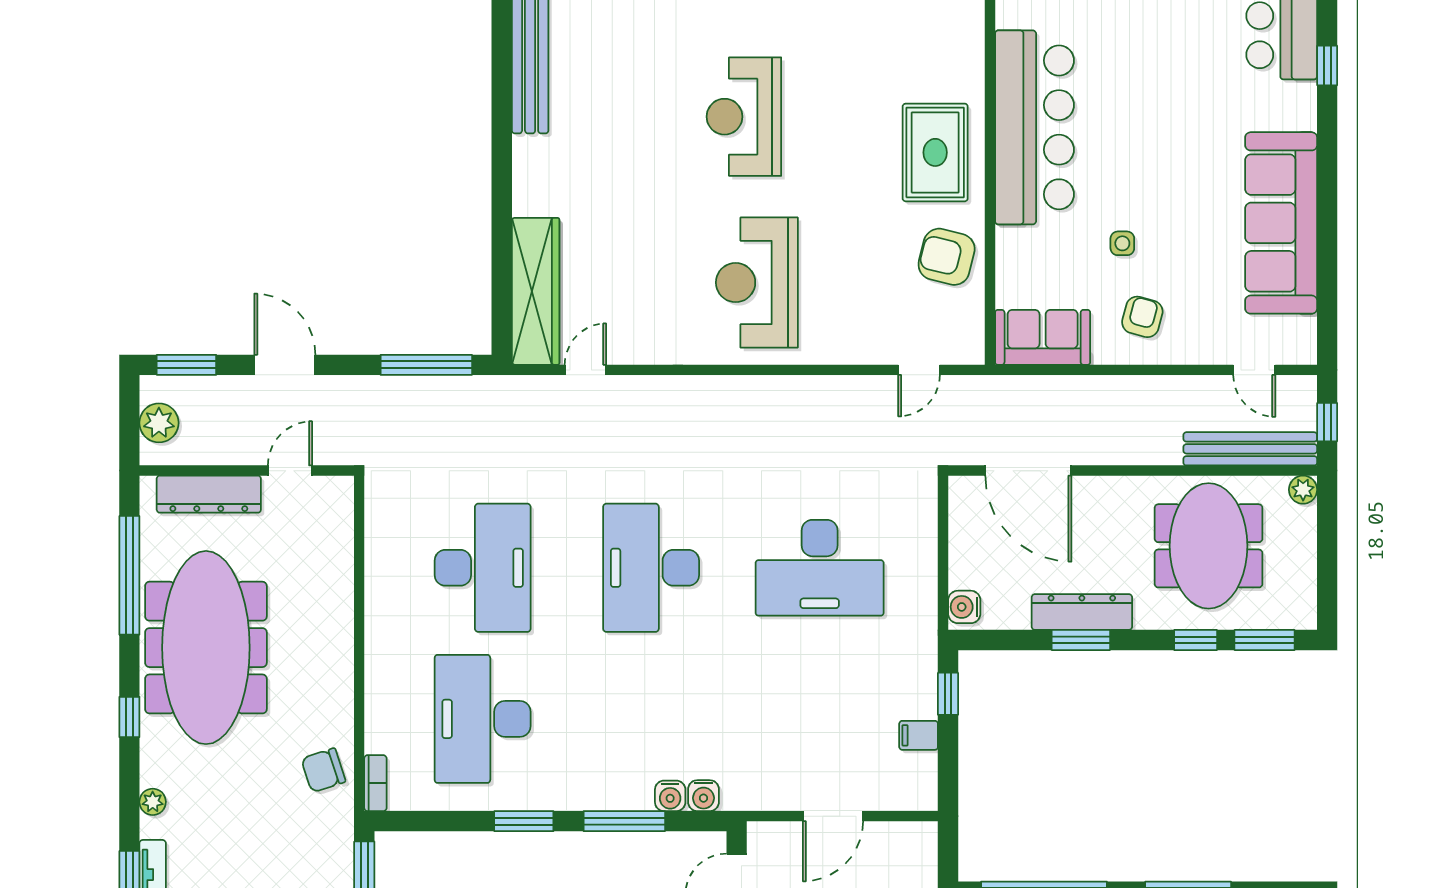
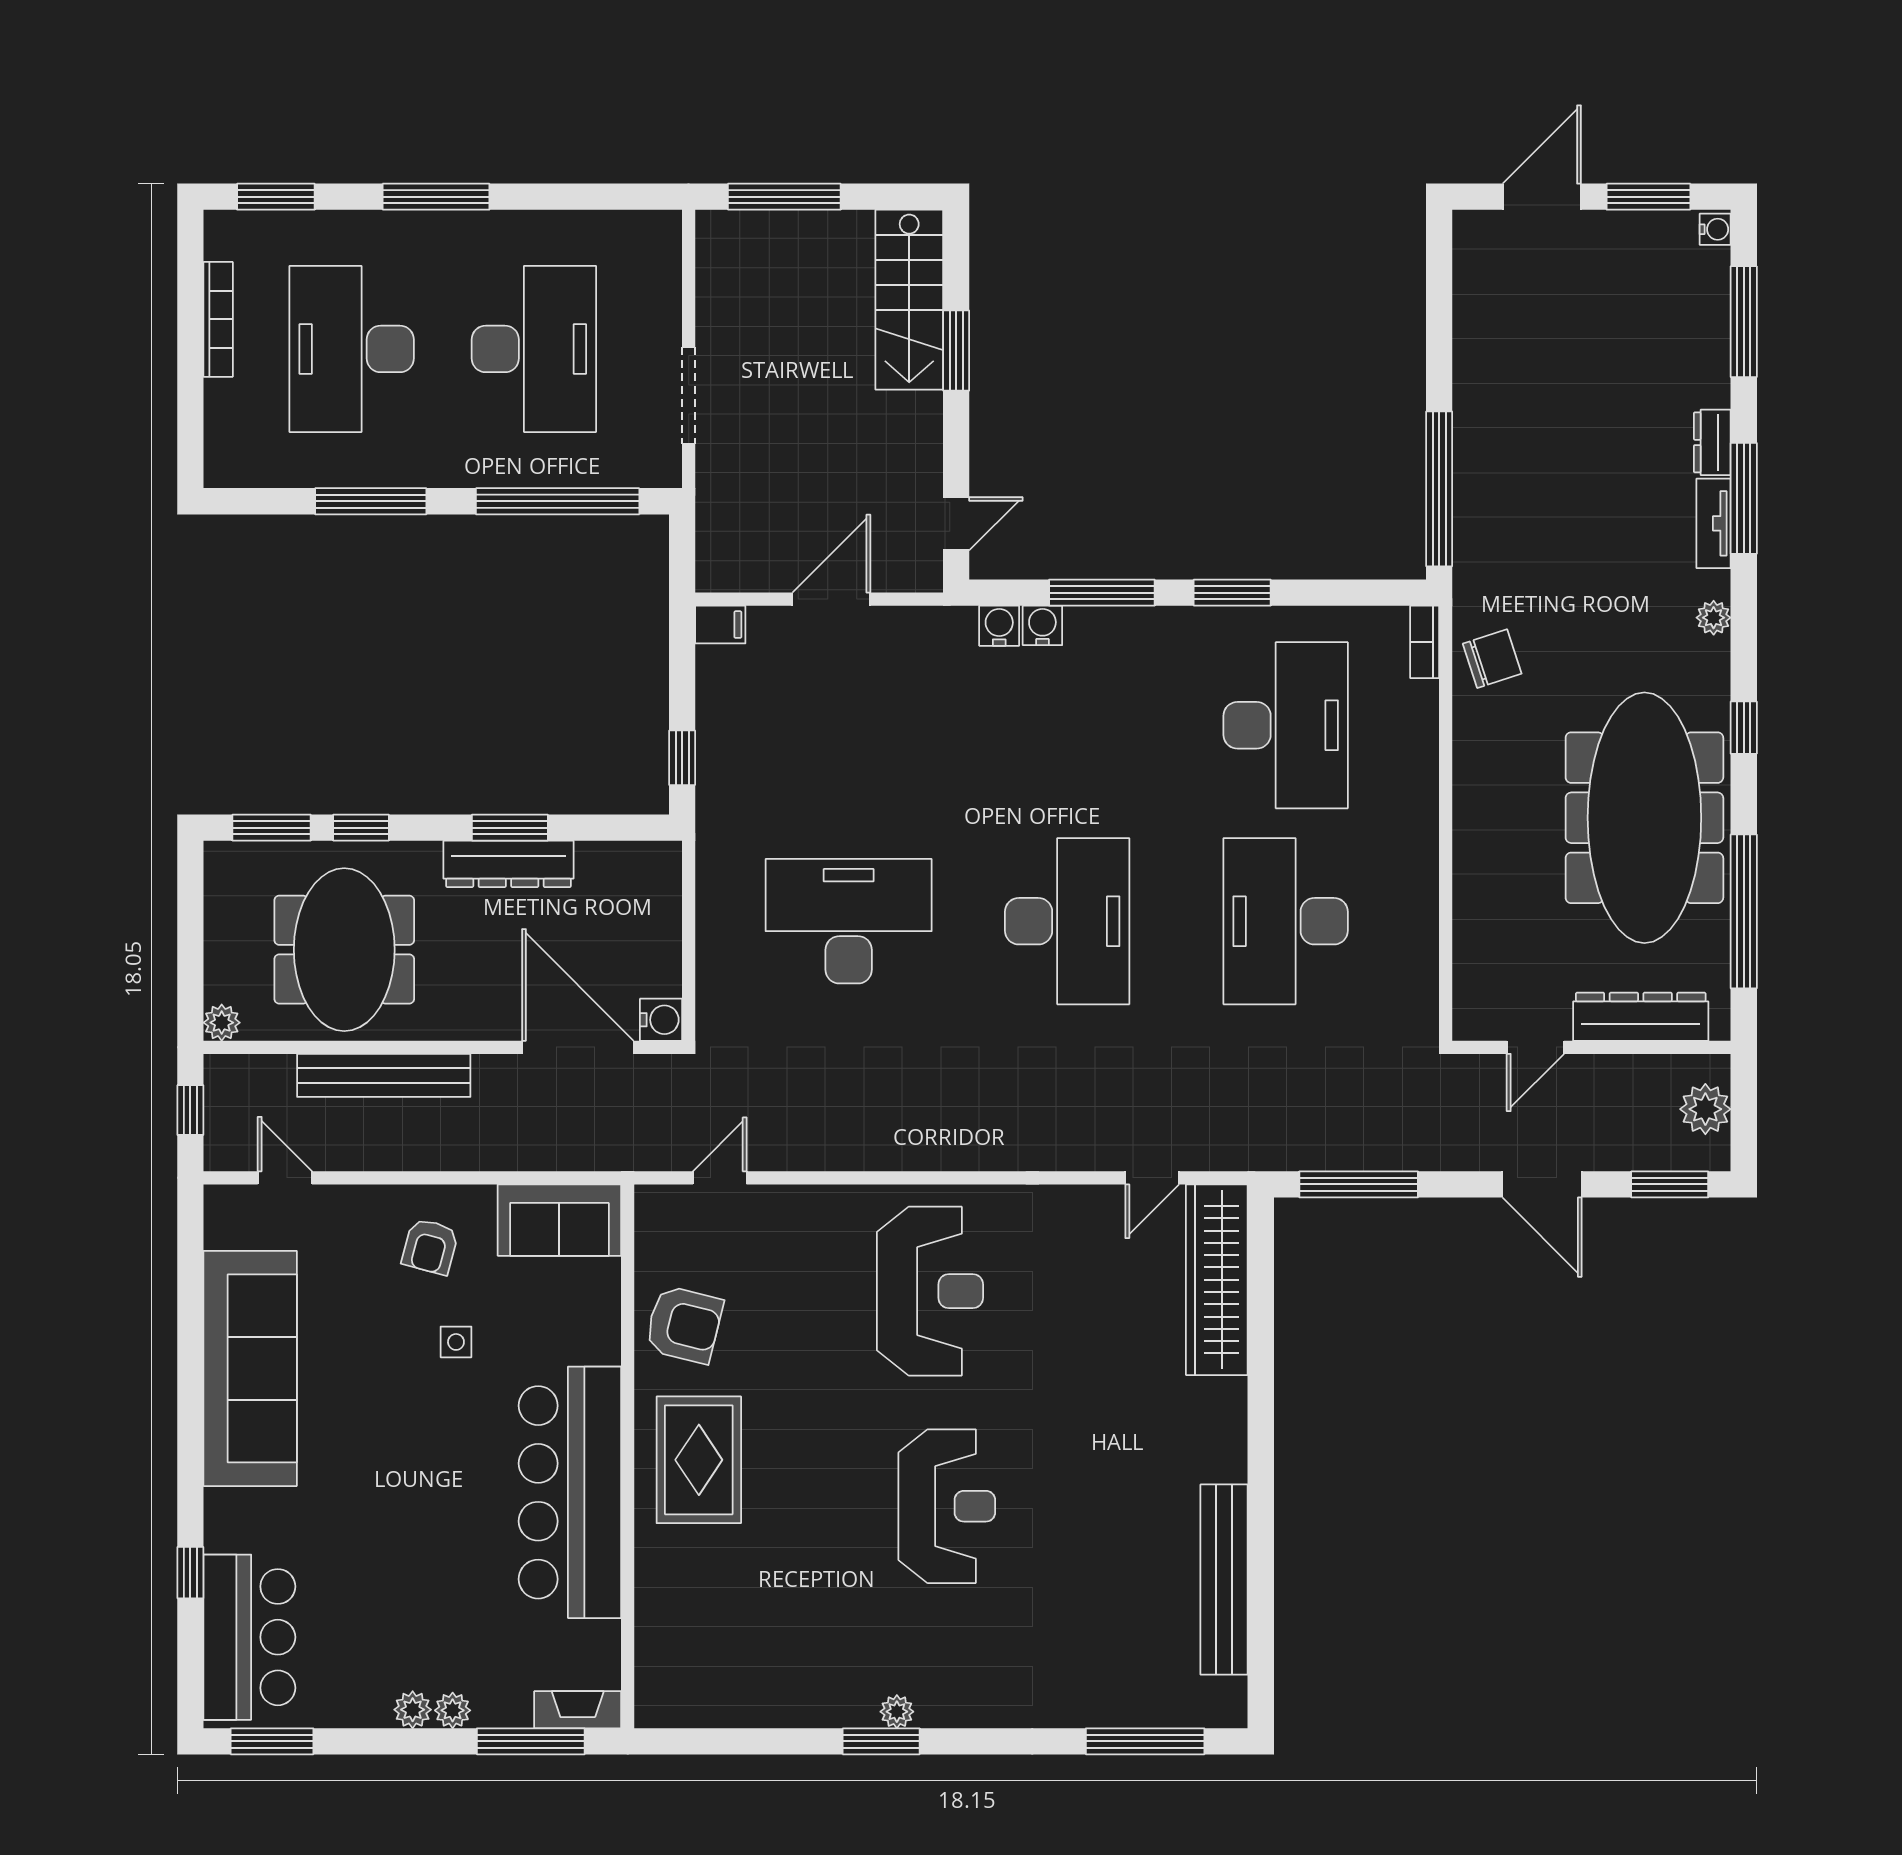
bench: (1250, 449) -> (384, 1075), moved
water cooler: (964, 607) -> (661, 1020), moved
filing cabinet: (919, 735) -> (720, 625), moved

